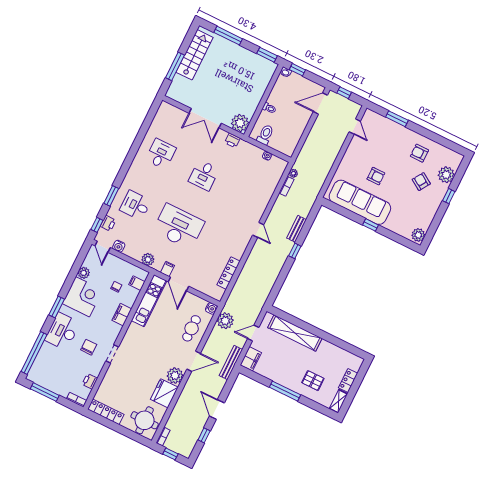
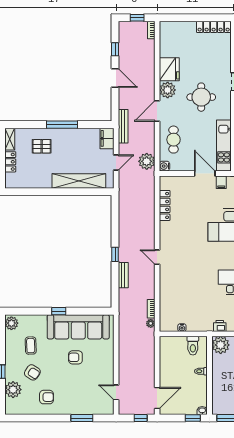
coffee table: (411, 206) -> (31, 346), added
round table: (145, 420) -> (201, 97), moved

